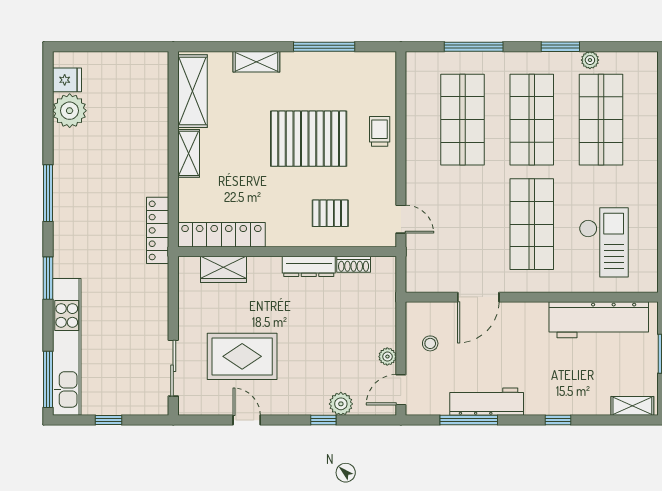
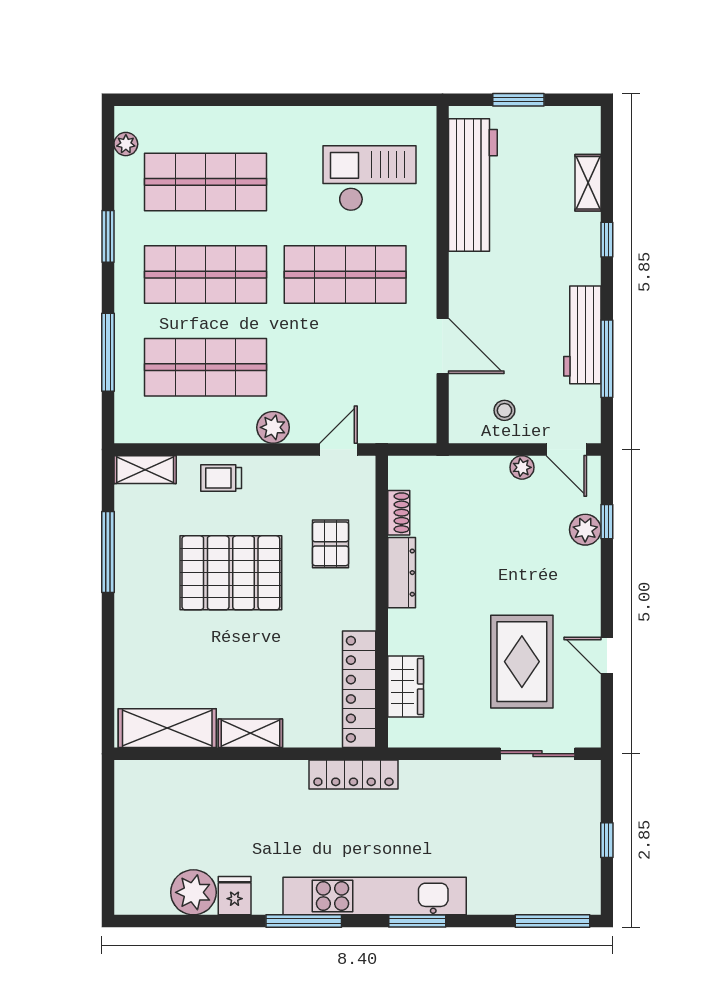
plant: (590, 60) -> (126, 144), moved
shelving: (256, 62) -> (145, 470), moved, turned 90
fridge: (67, 80) -> (235, 896), moved
pallet: (309, 139) -> (231, 573), turned 90
plant: (417, 170) -> (273, 427), added
kitchen unit: (67, 347) -> (375, 896), moved
shelving: (632, 406) -> (588, 183), moved
door: (247, 420) -> (607, 656), hinge flipped
window: (323, 420) -> (607, 522), moved

